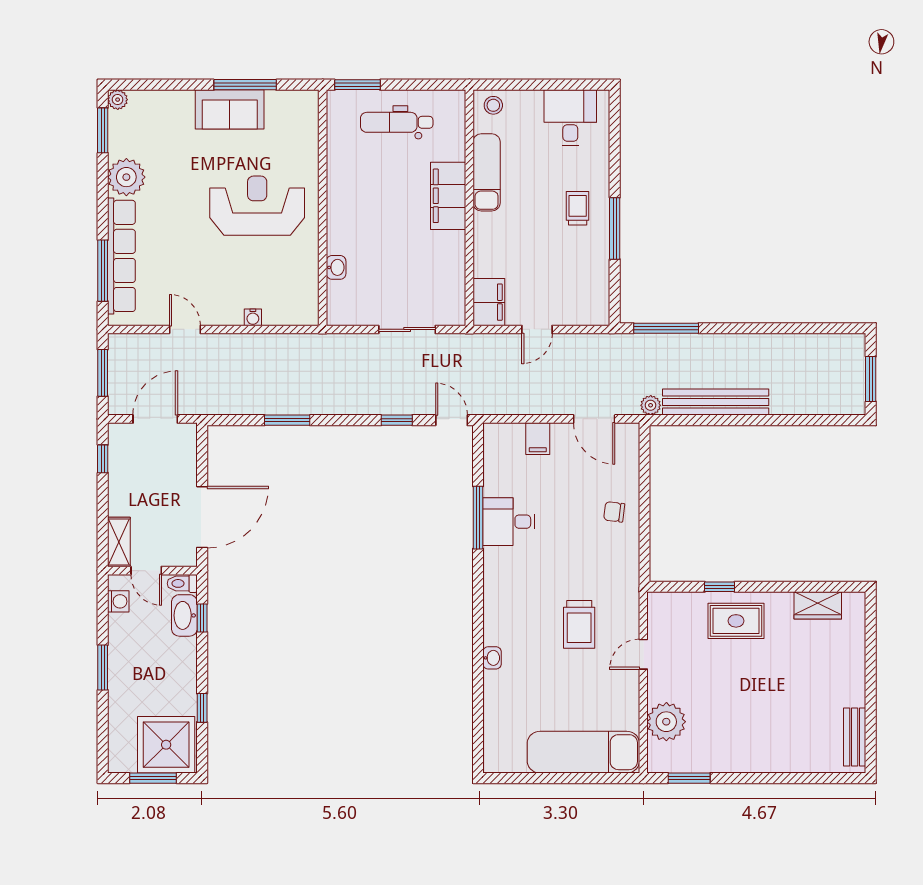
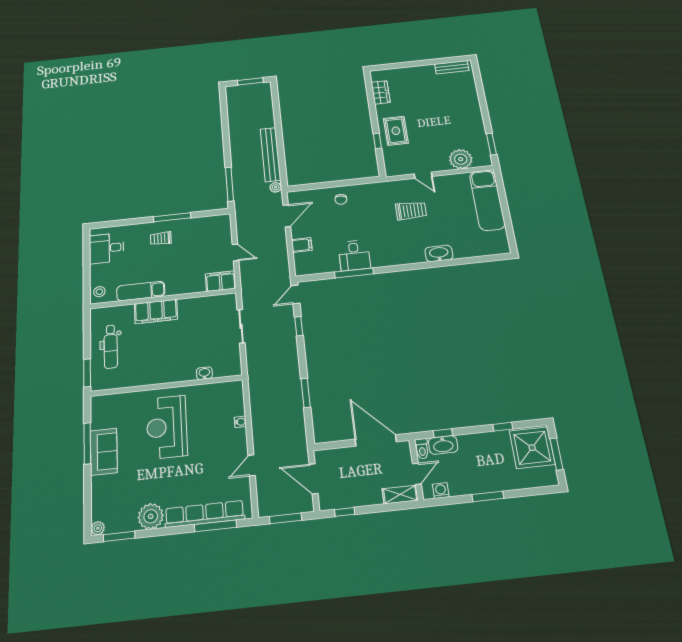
washbasin: (492, 658) -> (439, 253), width x1.91, depth x1.45

